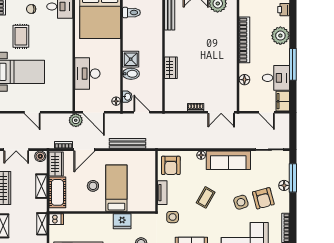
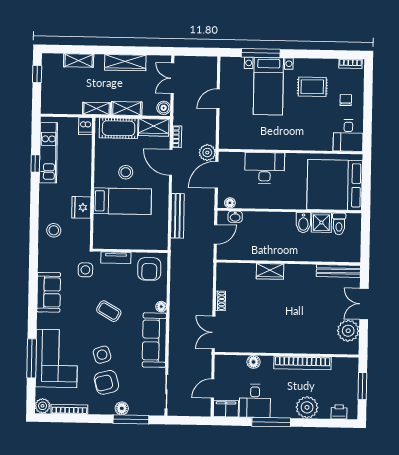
shower: (131, 59) -> (321, 223), moved
bidet: (131, 74) -> (303, 223), moved
armchair: (171, 165) -> (149, 269), turned -90
shelving: (42, 224) -> (97, 109), moved

